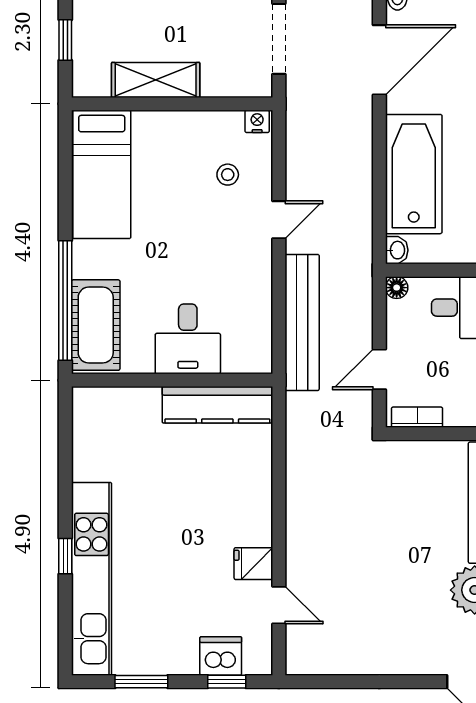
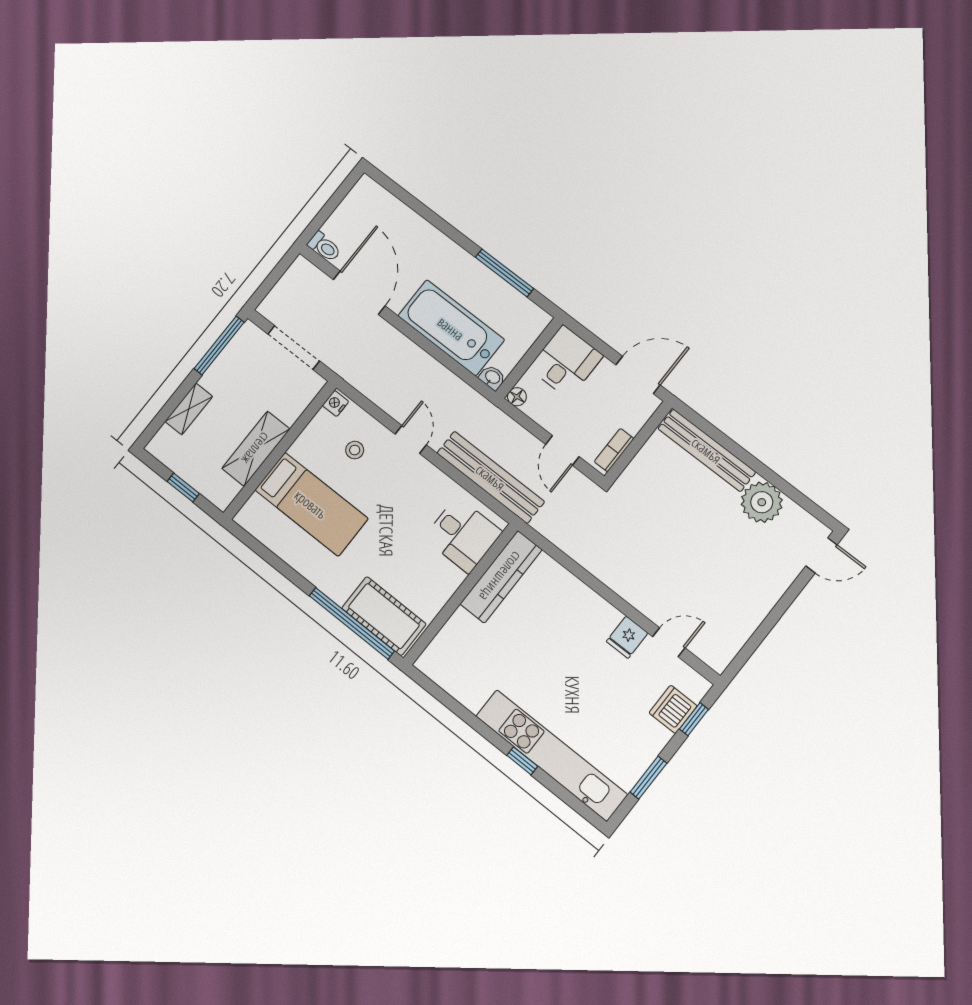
bed: (102, 174) -> (311, 504), moved
desk: (188, 339) -> (463, 535), moved

